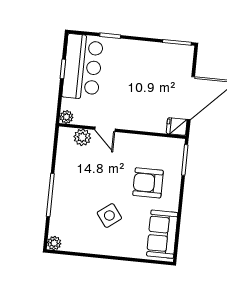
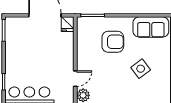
armchair: (148, 183) -> (113, 42), turned -90

